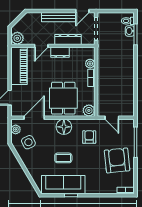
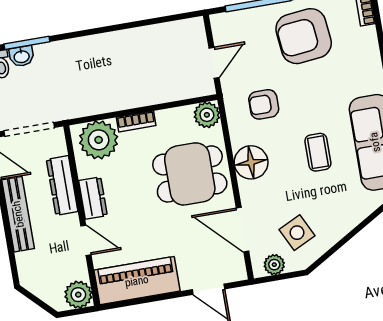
plant: (90, 64) -> (99, 140), width x1.88, depth x1.88

